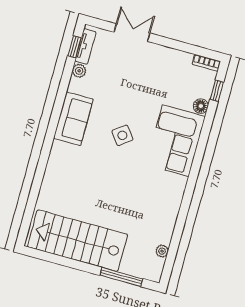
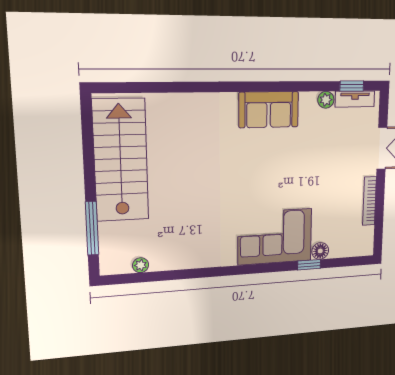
bookcase: (206, 63) -> (369, 201), moved, width x1.56
window: (217, 91) -> (309, 265), moved
side table: (122, 135) -> (265, 174), removed

